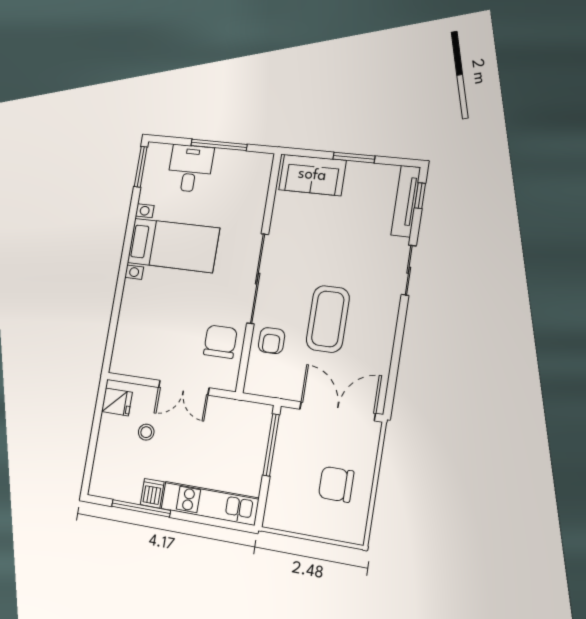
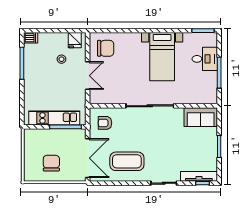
sofa: (312, 175) -> (201, 117), moved, turned -90
coffee table: (328, 319) -> (127, 161), moved
armchair: (272, 341) -> (105, 123), moved
chair: (220, 342) -> (106, 48), moved
double door: (184, 388) -> (88, 76), swing flipped
dishwasher: (152, 493) -> (31, 38), moved
kitchen unit: (210, 503) -> (54, 118), moved, turned -90

